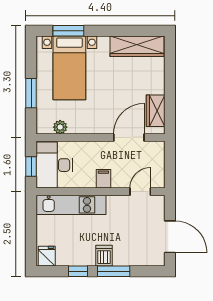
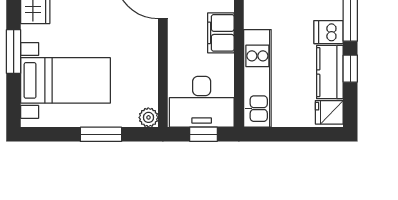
window: (68, 31) -> (14, 52), moved
plant: (60, 127) -> (148, 117), moved
filing cabinet: (103, 179) -> (221, 33), width x2.00
kitchen counter: (75, 257) -> (330, 72), added

